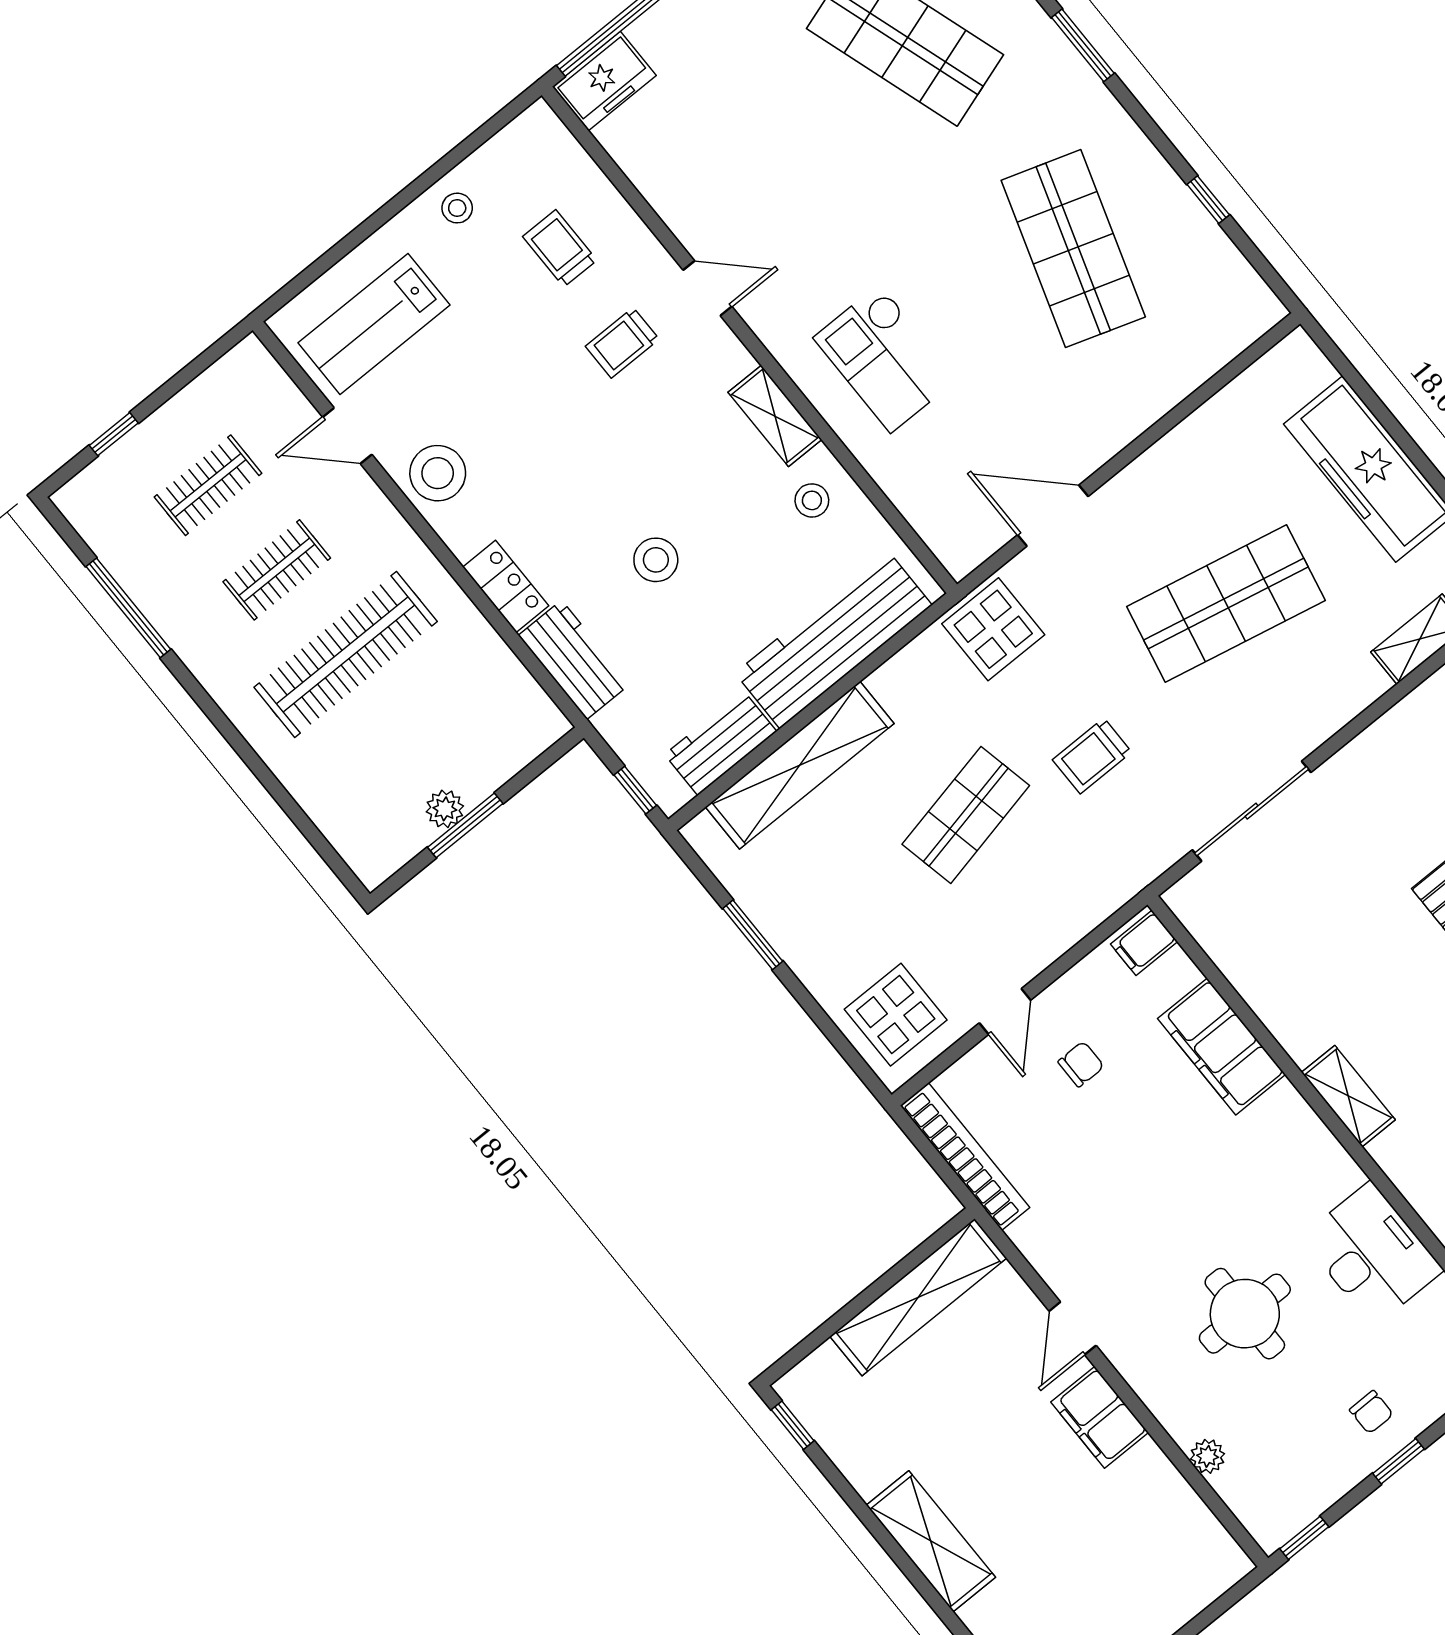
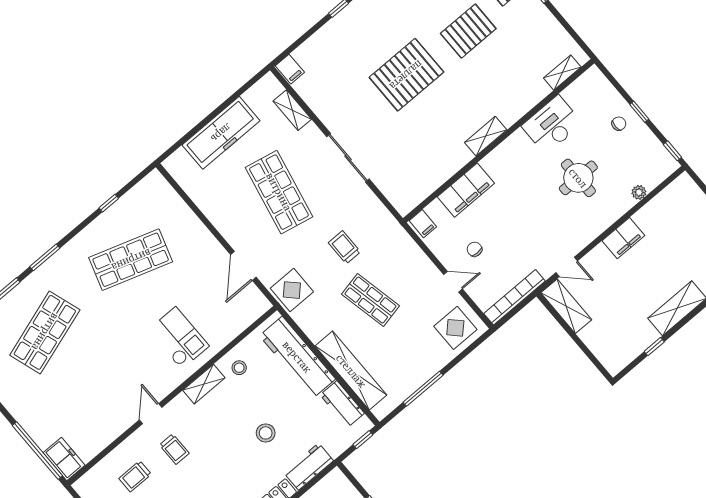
checkout: (885, 358) -> (179, 338), turned -90
trolley: (1092, 756) -> (344, 247), turned 180
sliding door: (1252, 811) -> (348, 158), moved
window: (753, 935) -> (423, 389), width x1.44
shelving: (918, 1297) -> (566, 306), width x0.68
door: (1073, 1328) -> (567, 267), moved
window: (793, 1425) -> (654, 347), moved

